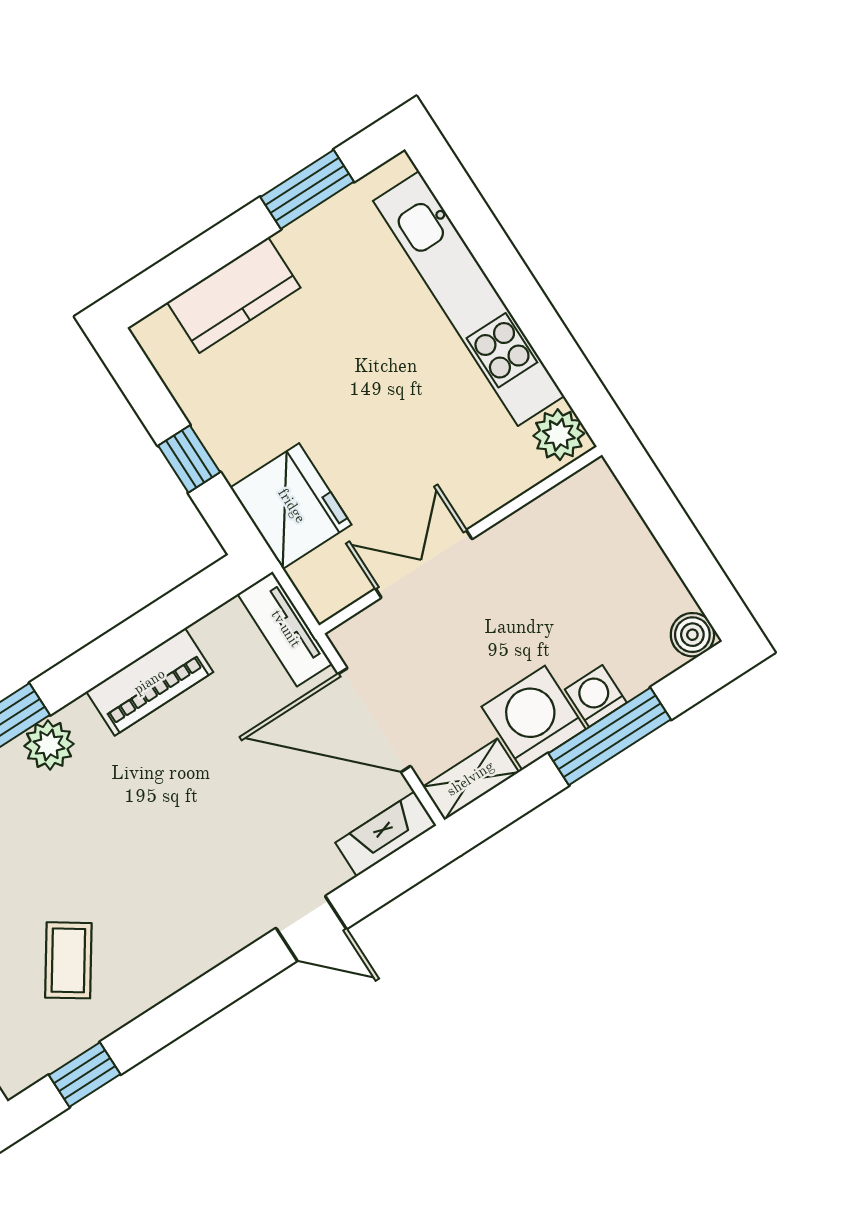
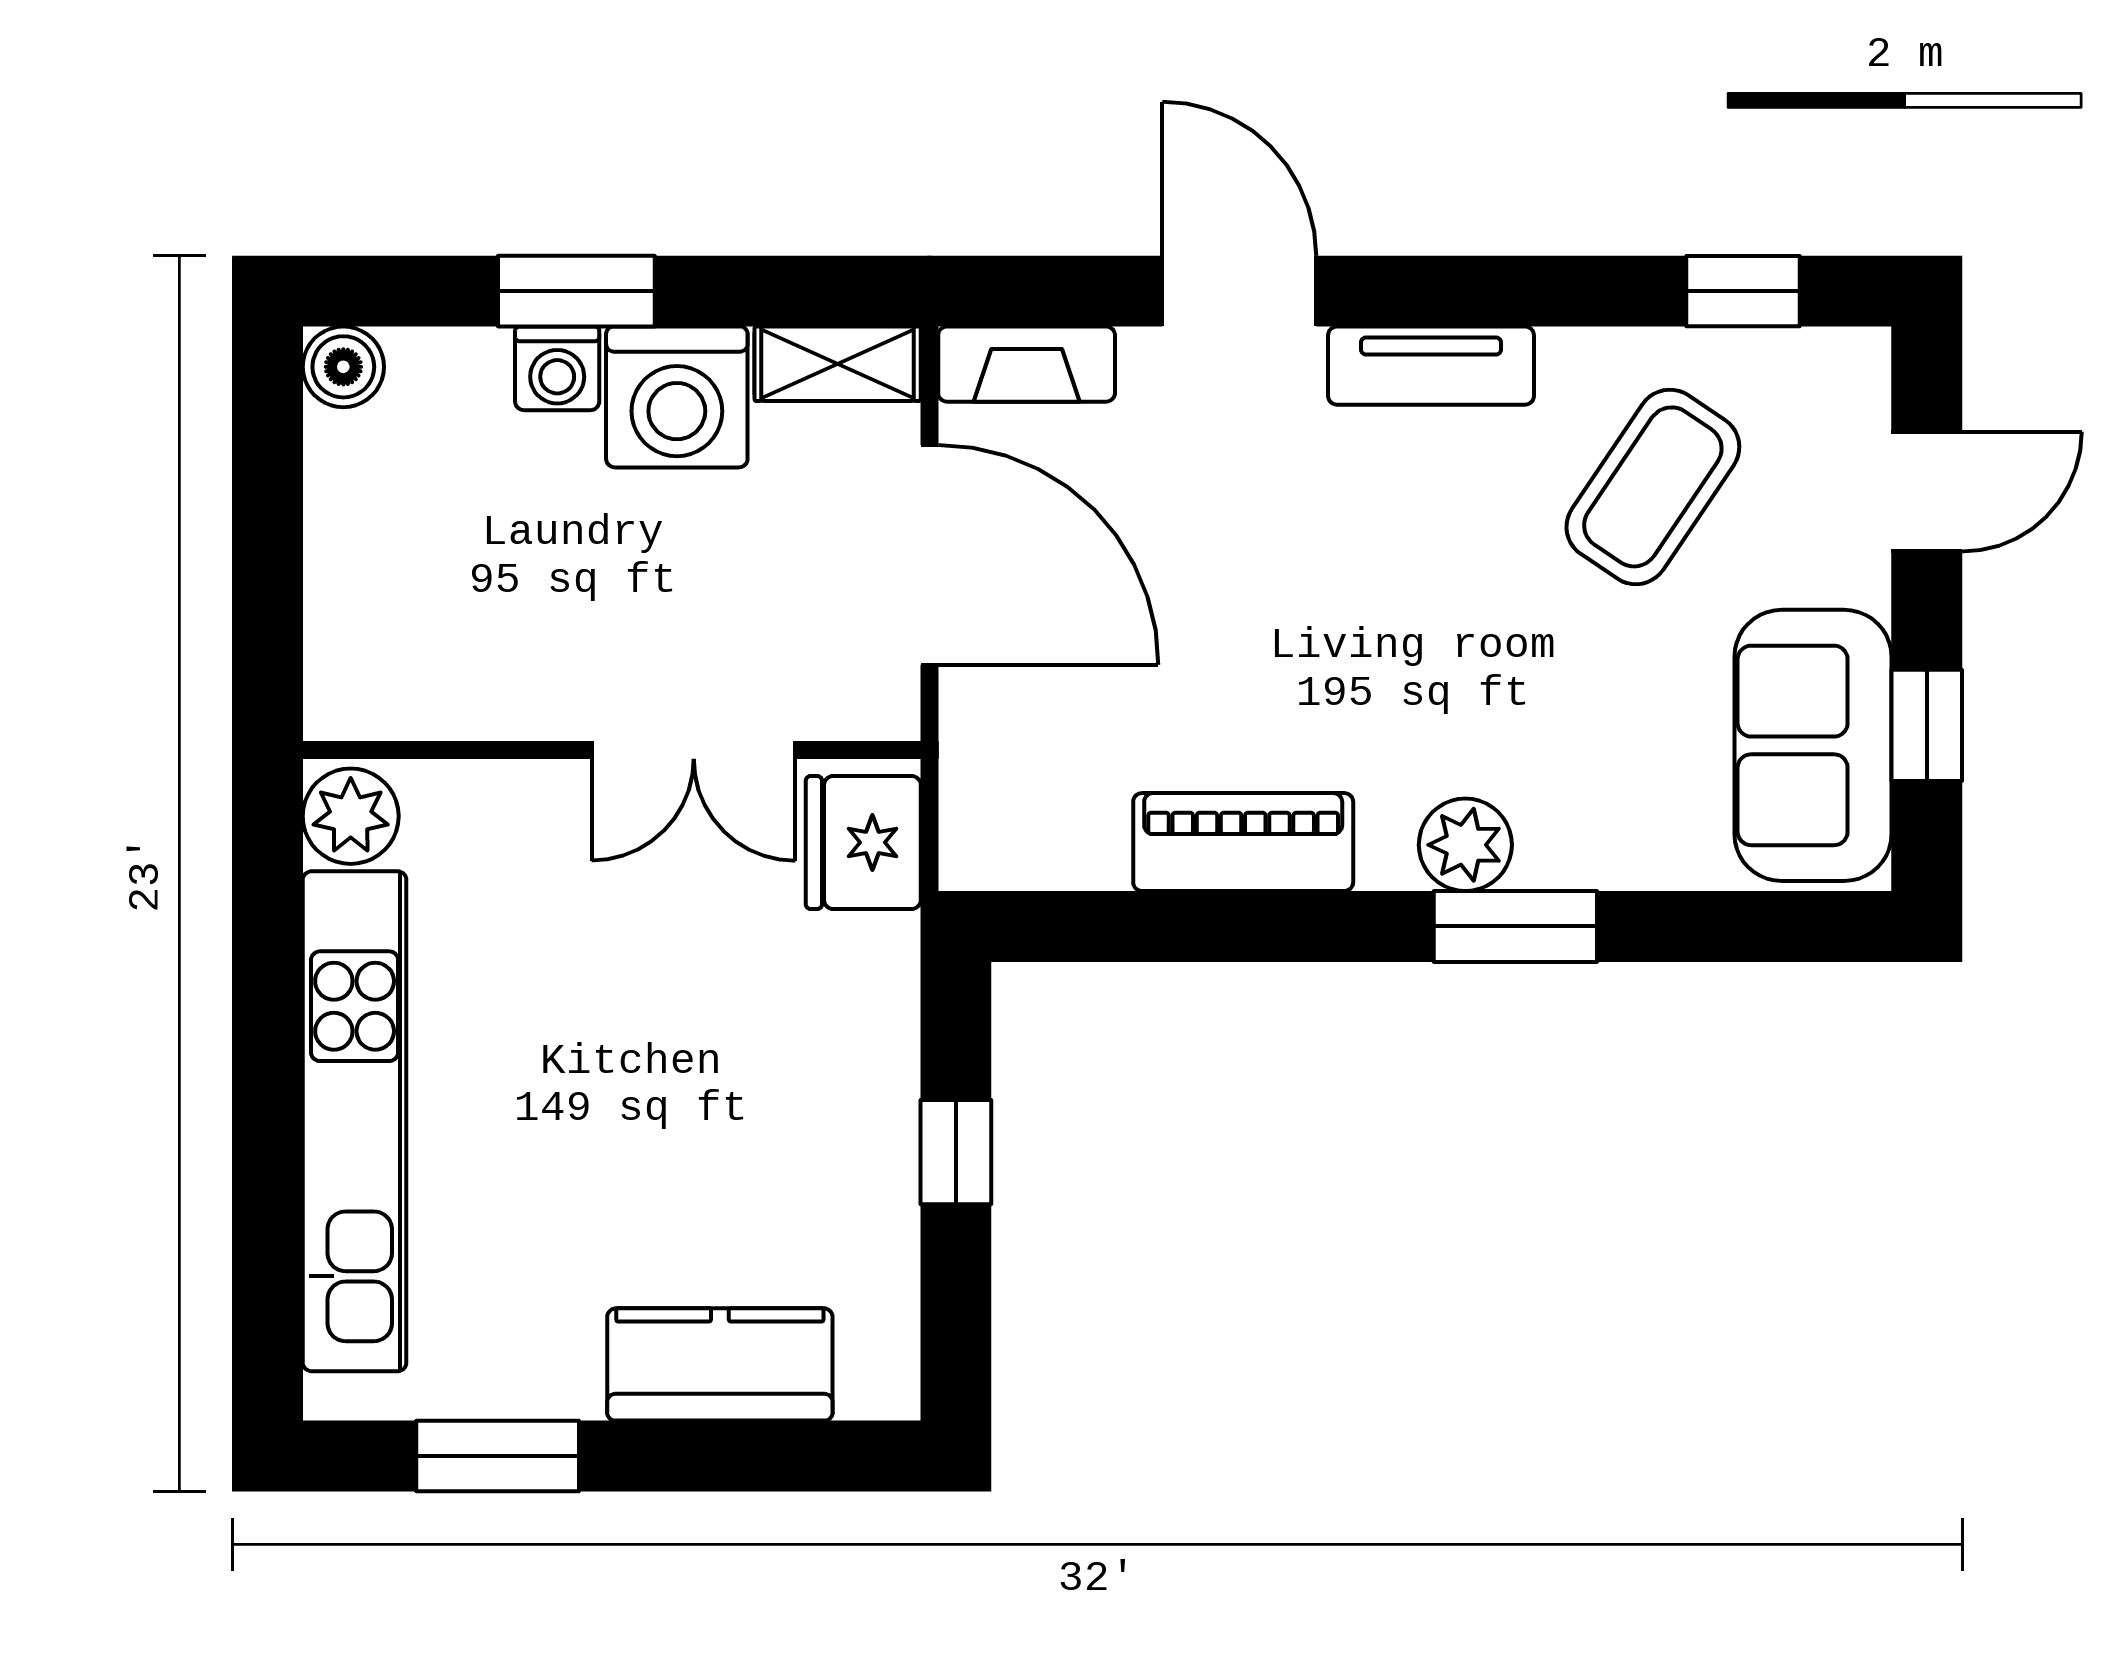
fridge: (291, 506) -> (863, 842), moved, width x0.73, depth x0.75
tv unit: (285, 629) -> (1431, 366), moved, turned 90
window: (610, 736) -> (576, 291), width x0.69
door: (311, 929) -> (1239, 291), width x1.38
coffee table: (68, 960) -> (1653, 487), width x1.36, depth x1.30

